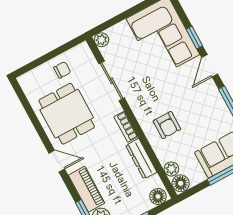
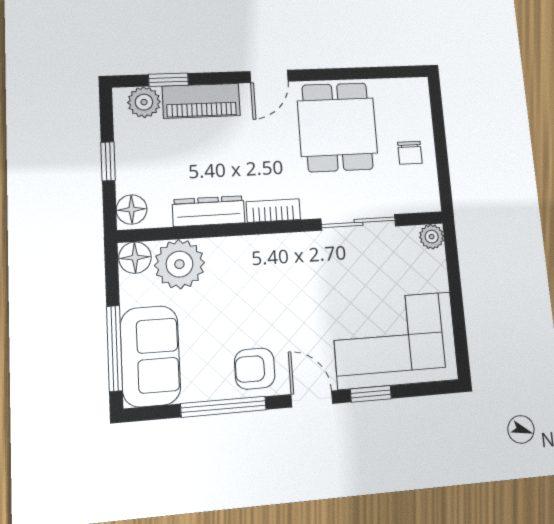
dining table: (67, 114) -> (337, 127), turned 90
armchair: (167, 125) -> (255, 369), moved
plant: (171, 169) -> (179, 264), width x1.88, depth x1.88

